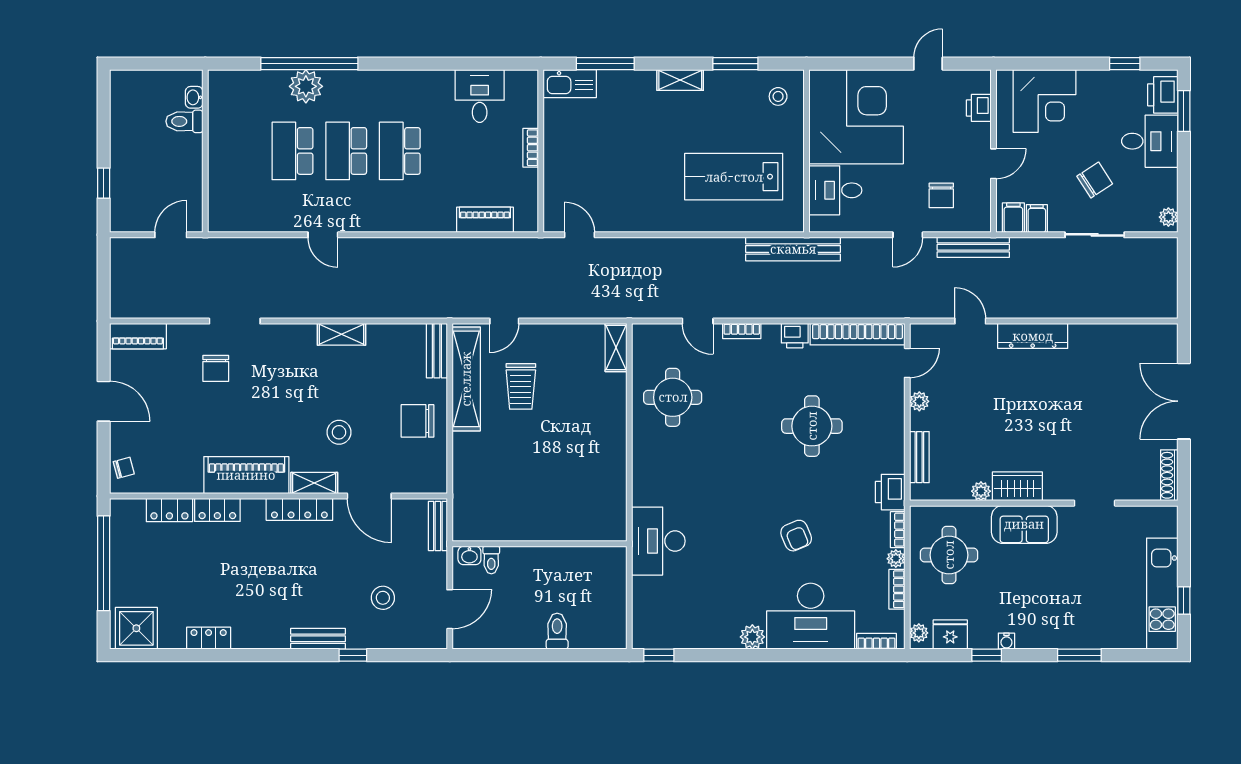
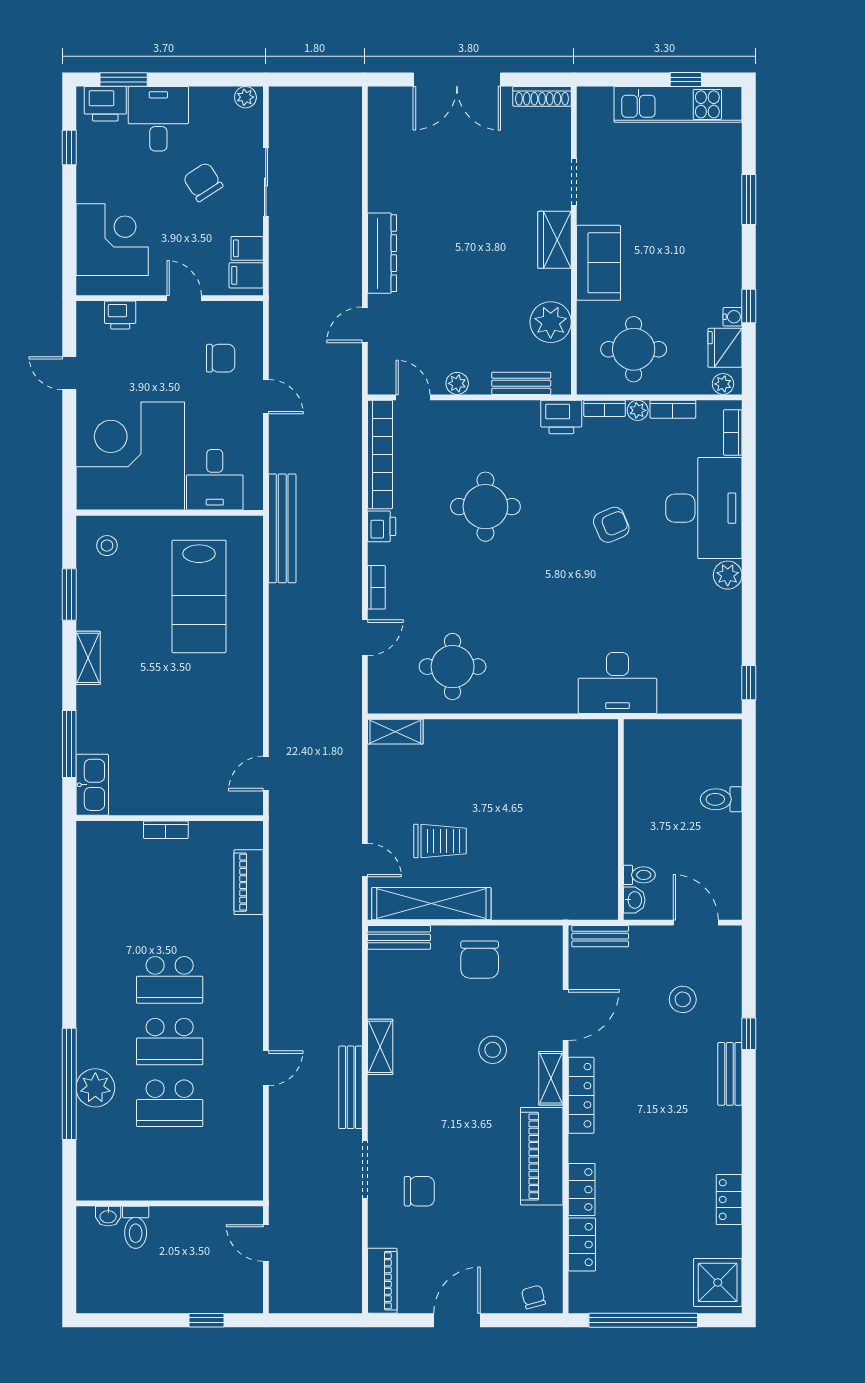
desk: (480, 96) -> (106, 888), removed
bench: (973, 247) -> (351, 1087), moved
wardrobe: (1017, 486) -> (555, 240), moved
plant: (981, 491) -> (551, 322), width x1.88, depth x1.88
water cooler: (1006, 641) -> (732, 317), moved

